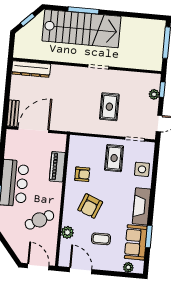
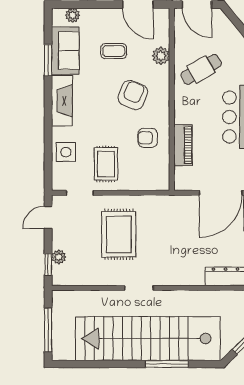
stairs: (81, 29) -> (148, 339), width x1.36
rug: (109, 107) -> (119, 234), width x1.36, depth x1.43

